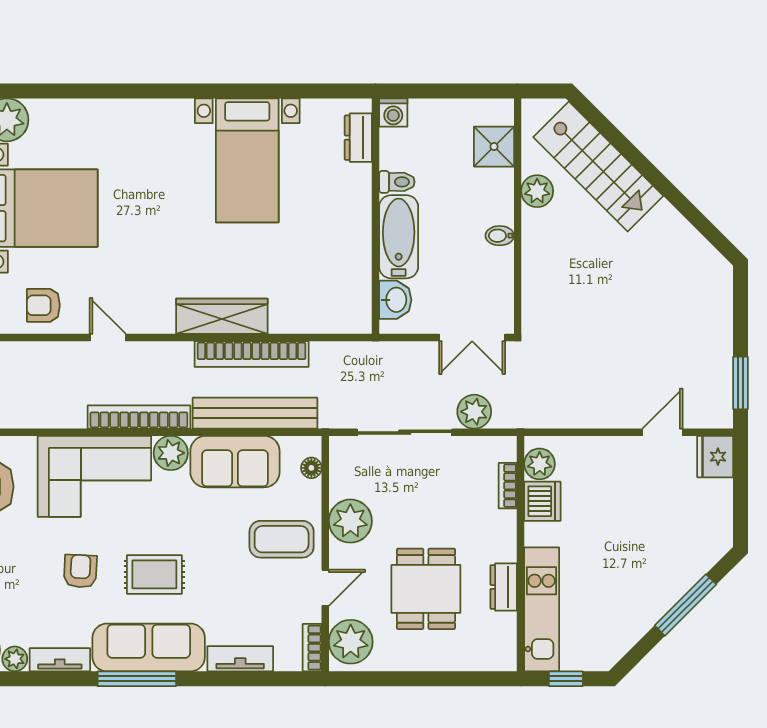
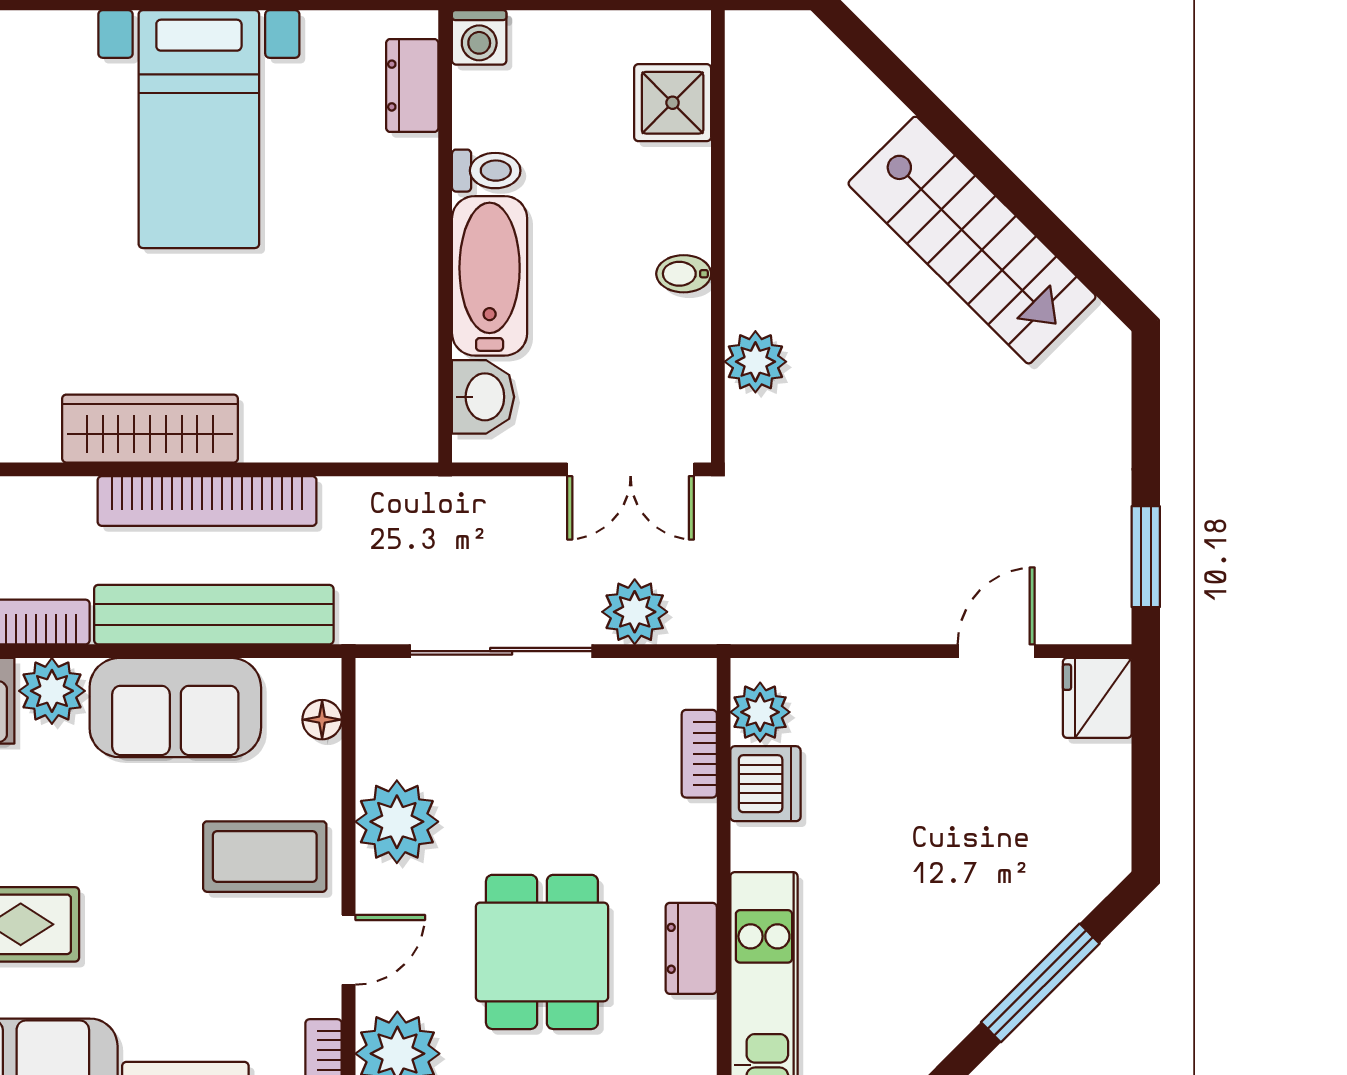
stairs: (598, 166) -> (972, 240), moved
plant: (537, 191) -> (755, 362), moved

